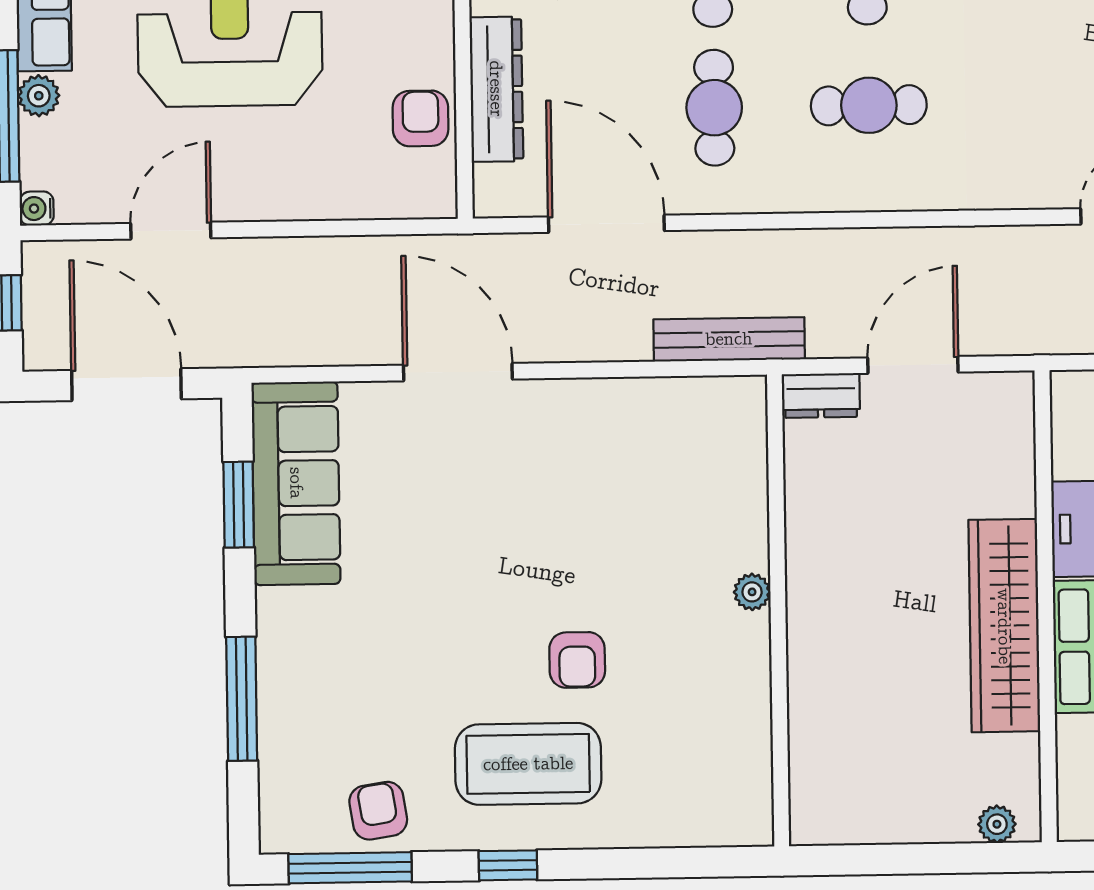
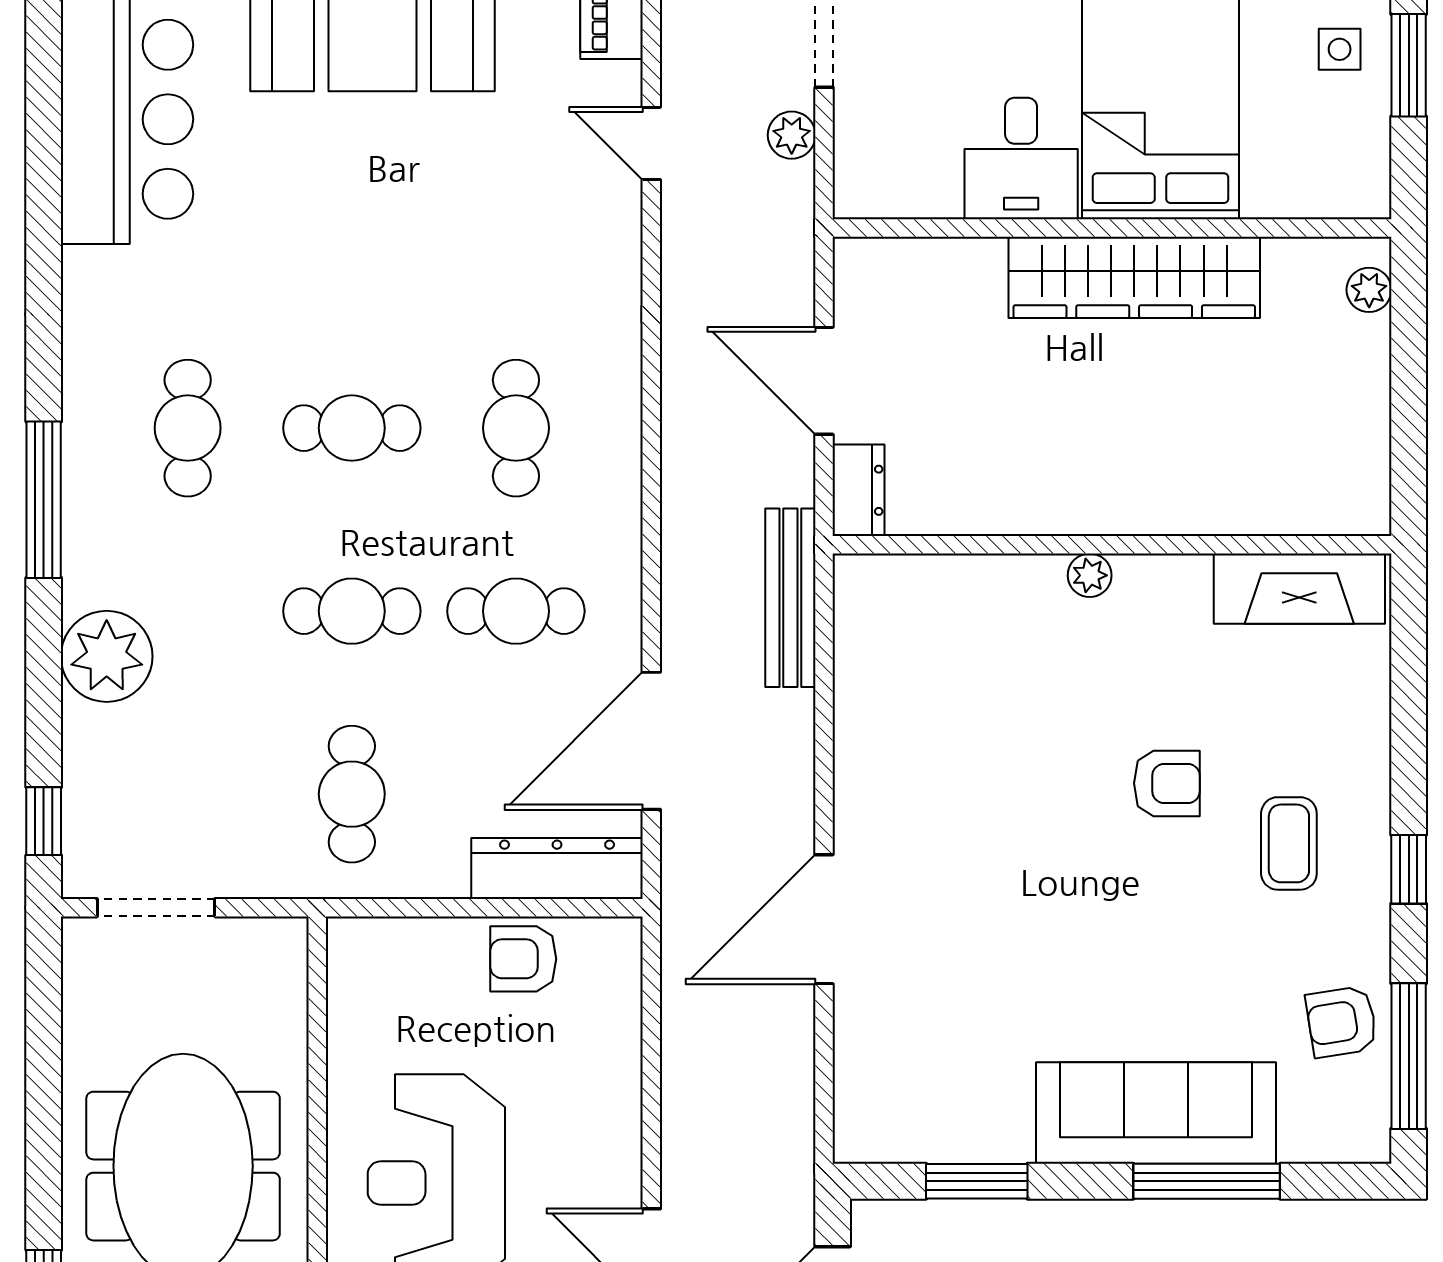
dresser: (496, 89) -> (557, 868), moved
sofa: (296, 483) -> (1156, 1113), moved
coffee table: (528, 764) -> (1289, 843), width x0.54, depth x0.58
fireplace: (744, 769) -> (1299, 589), added

